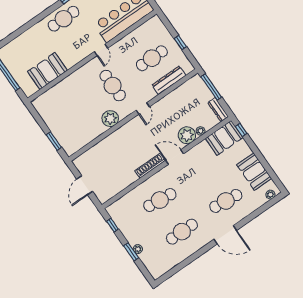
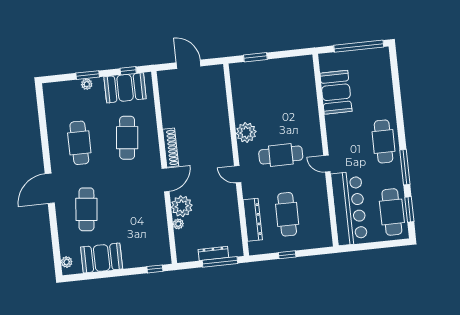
dresser: (218, 110) -> (213, 253), moved
booth: (224, 138) -> (125, 88), moved, turned 90

